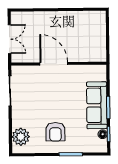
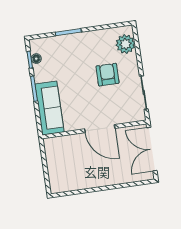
double door: (9, 39) -> (152, 149), width x1.37
sofa: (97, 105) -> (49, 108), moved
armchair: (55, 132) -> (107, 75), moved

